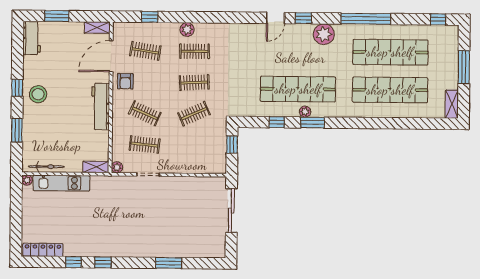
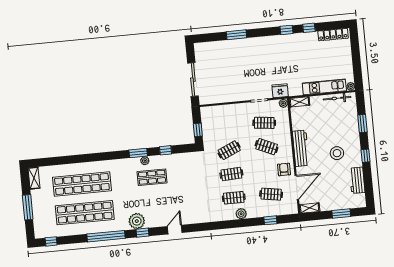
window: (303, 18) -> (143, 233), moved
workbench: (32, 38) -> (357, 180), moved
shop shelf: (298, 89) -> (152, 177), width x0.50, depth x0.74
stool: (38, 94) -> (337, 153), moved
fridge: (120, 184) -> (280, 91), added

